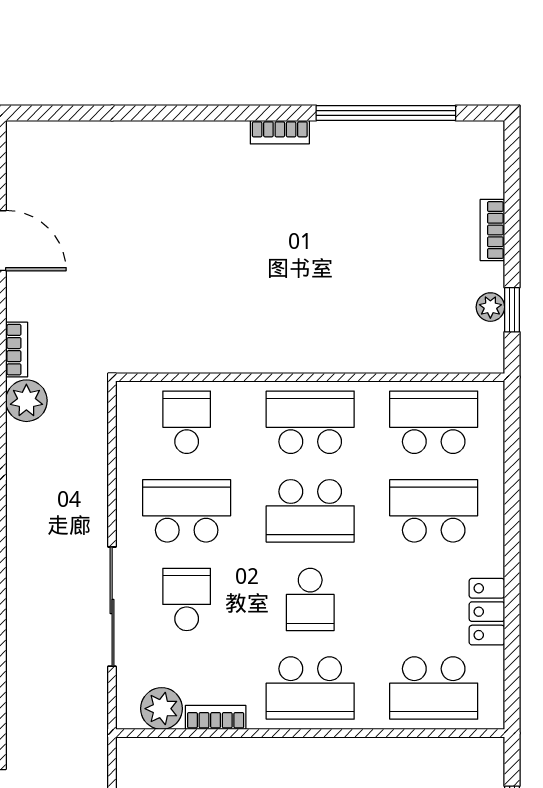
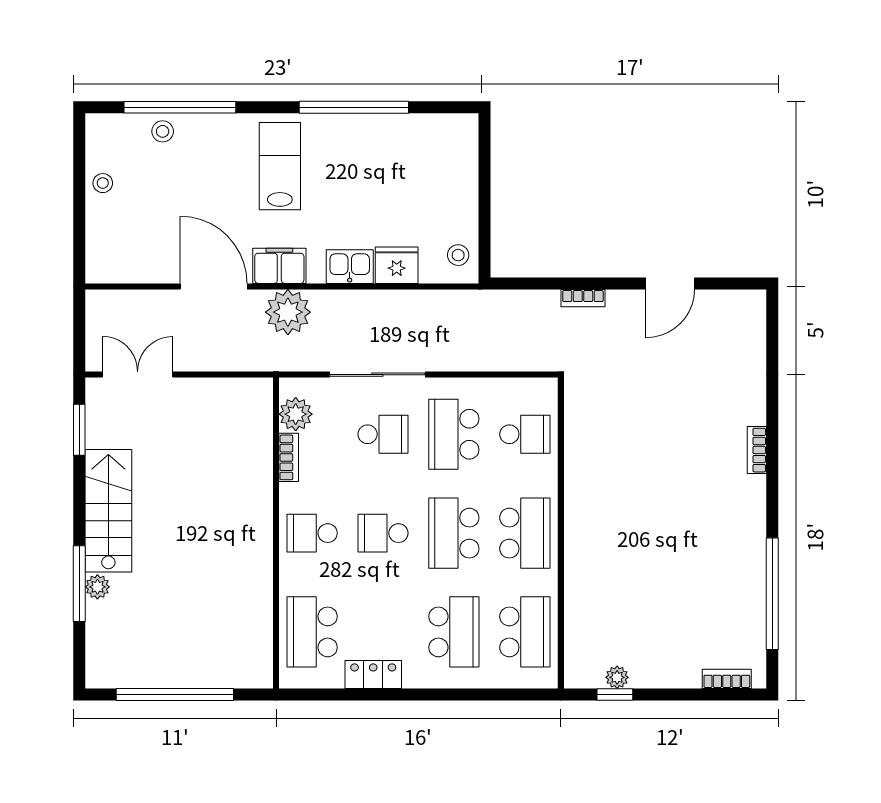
bookcase: (280, 132) -> (757, 450), moved
bookcase: (492, 230) -> (727, 679), moved
plant: (26, 401) -> (288, 312), moved, width x1.36, depth x1.36
school desk: (187, 511) -> (454, 434), turned 180
school desk: (310, 688) -> (312, 533), width x0.54

